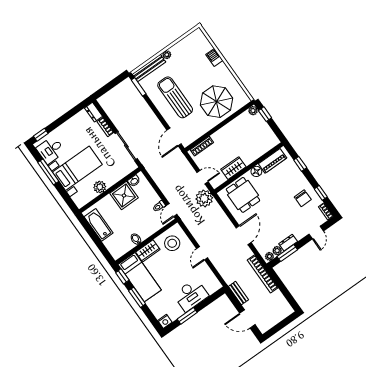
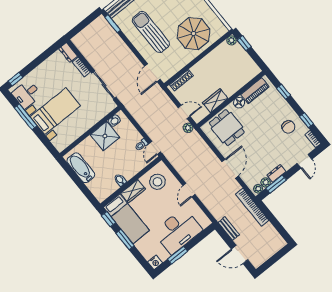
plant: (100, 187) -> (79, 129), removed
plant: (204, 198) -> (188, 128), width x0.53, depth x0.53
desk: (191, 295) -> (178, 231), width x1.36, depth x1.30

